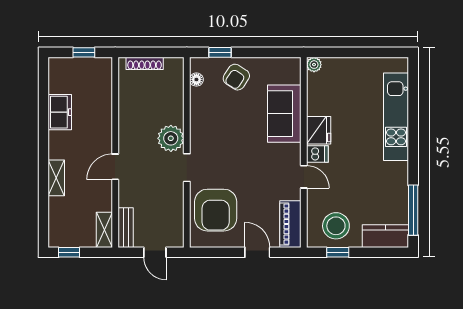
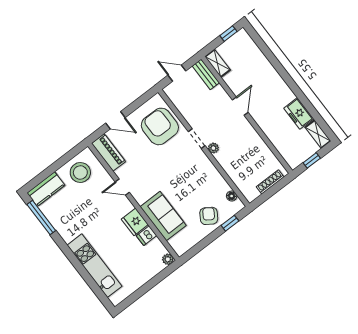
plant: (171, 138) -> (213, 148), width x0.53, depth x0.53
dishwasher: (317, 154) -> (147, 236), moved
shelving: (56, 178) -> (318, 134), moved
window: (338, 252) -> (67, 157), removed

